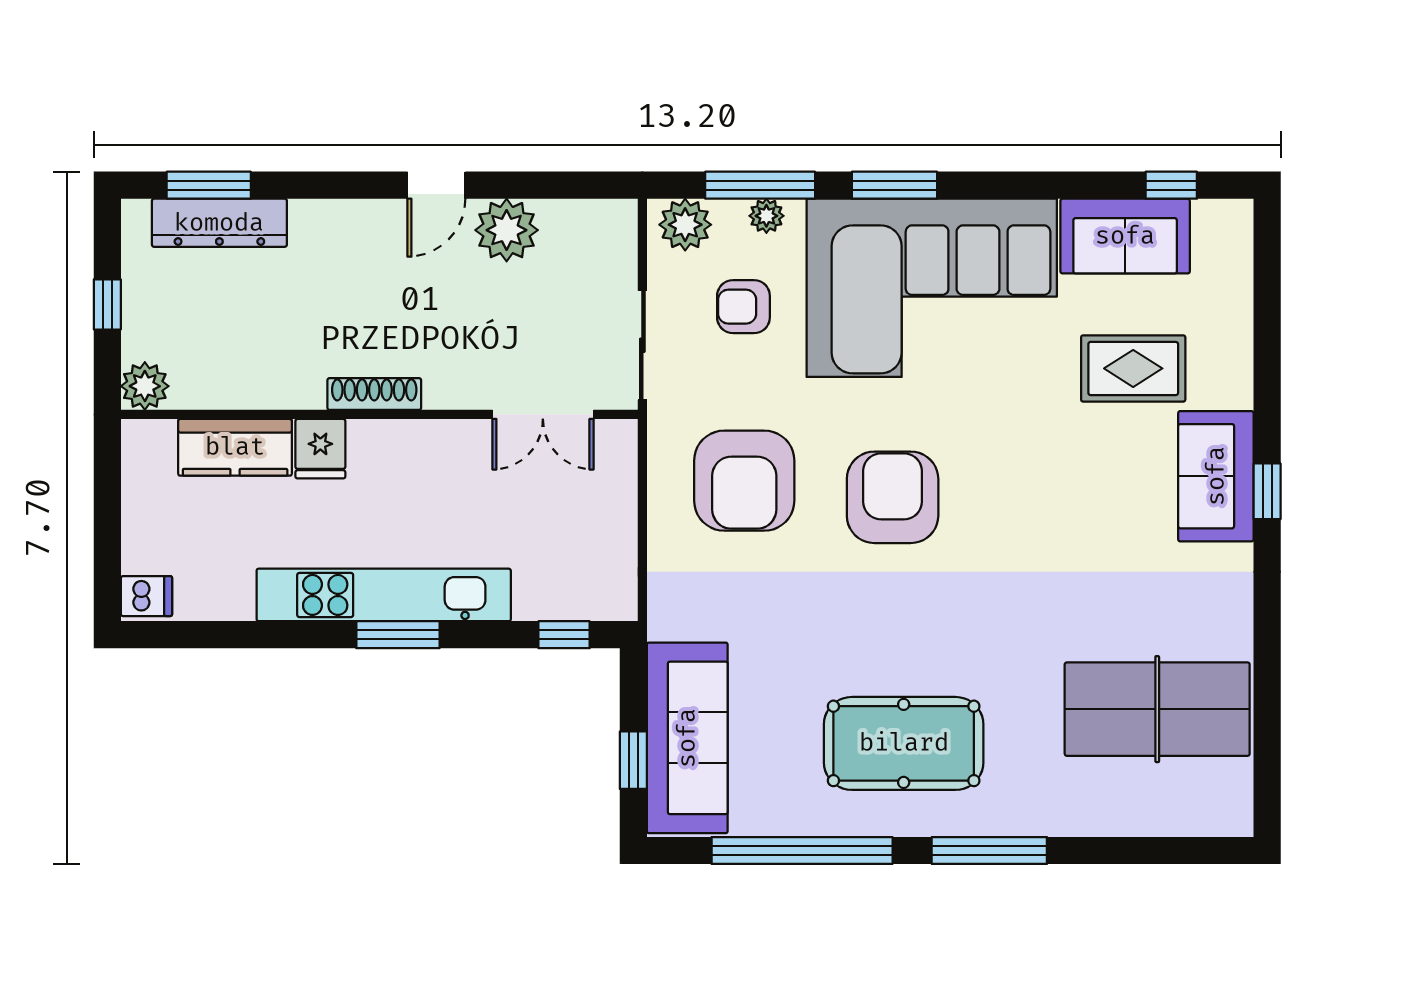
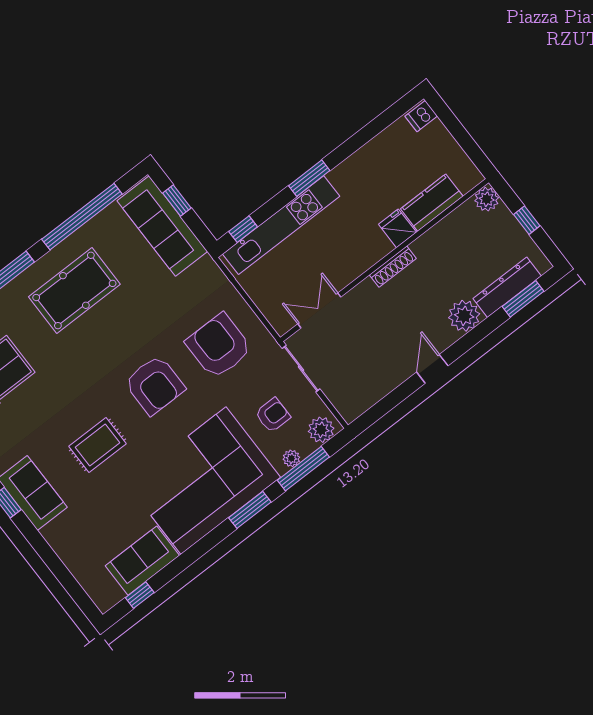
plant: (507, 230) -> (464, 316), moved
rug: (1133, 368) -> (97, 445), moved
kitchen unit: (384, 595) -> (281, 225), moved

